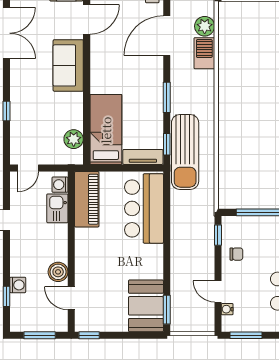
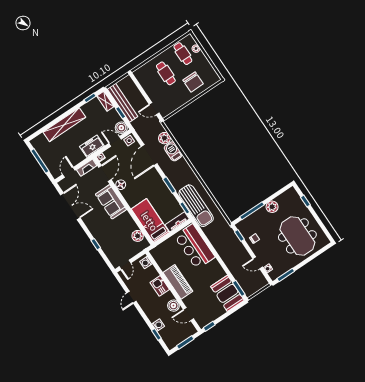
floor lamp: (98, 51) -> (121, 185), added
piano: (87, 199) -> (178, 282), moved
kitchen sink: (57, 208) -> (160, 286), moved

